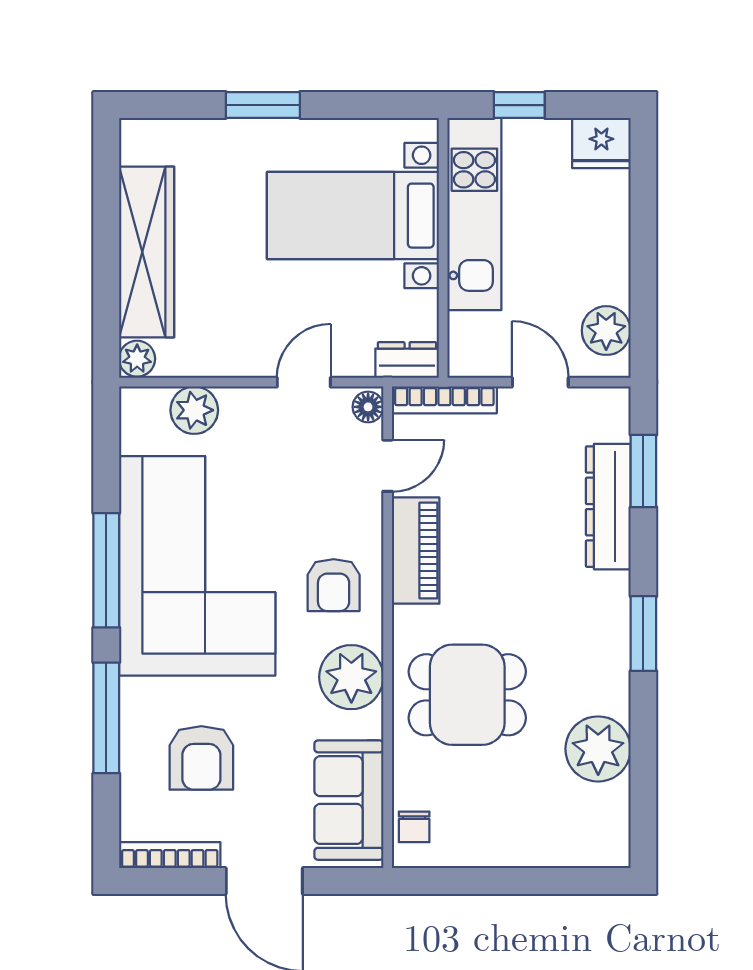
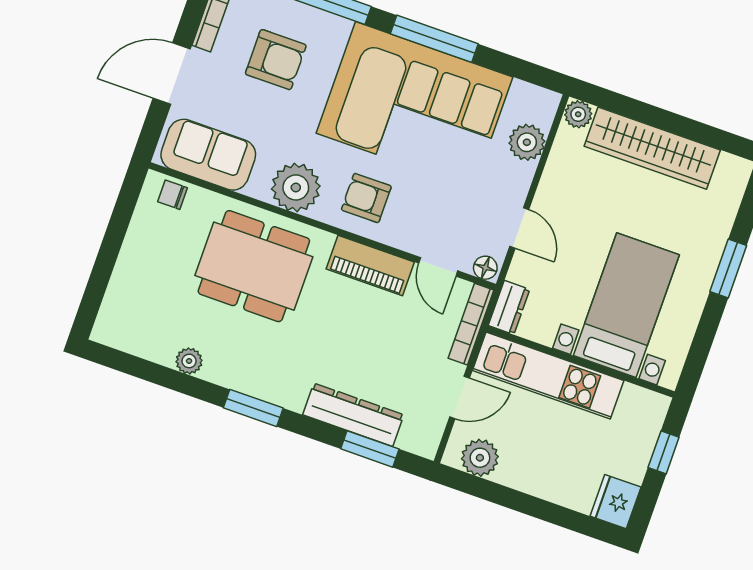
kitchen unit: (474, 214) -> (548, 376), moved
dining table: (467, 695) -> (254, 266), width x1.37
plant: (598, 749) -> (189, 361), width x0.53, depth x0.53
armchair: (201, 758) -> (276, 60), turned 180

